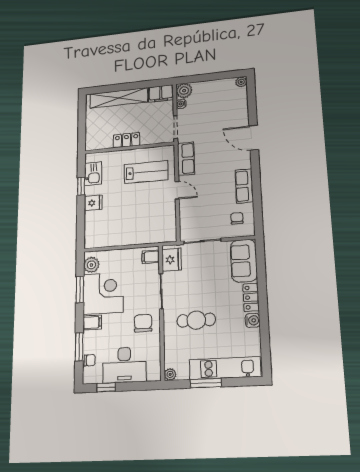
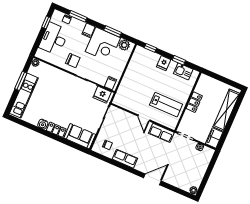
plant: (184, 91) -> (208, 153), removed
lab bench: (146, 172) -> (166, 105), turned -90
door: (177, 190) -> (144, 118), hinge flipped
window: (81, 230) -> (150, 48), added
cafe table: (196, 320) -> (59, 92), removed

